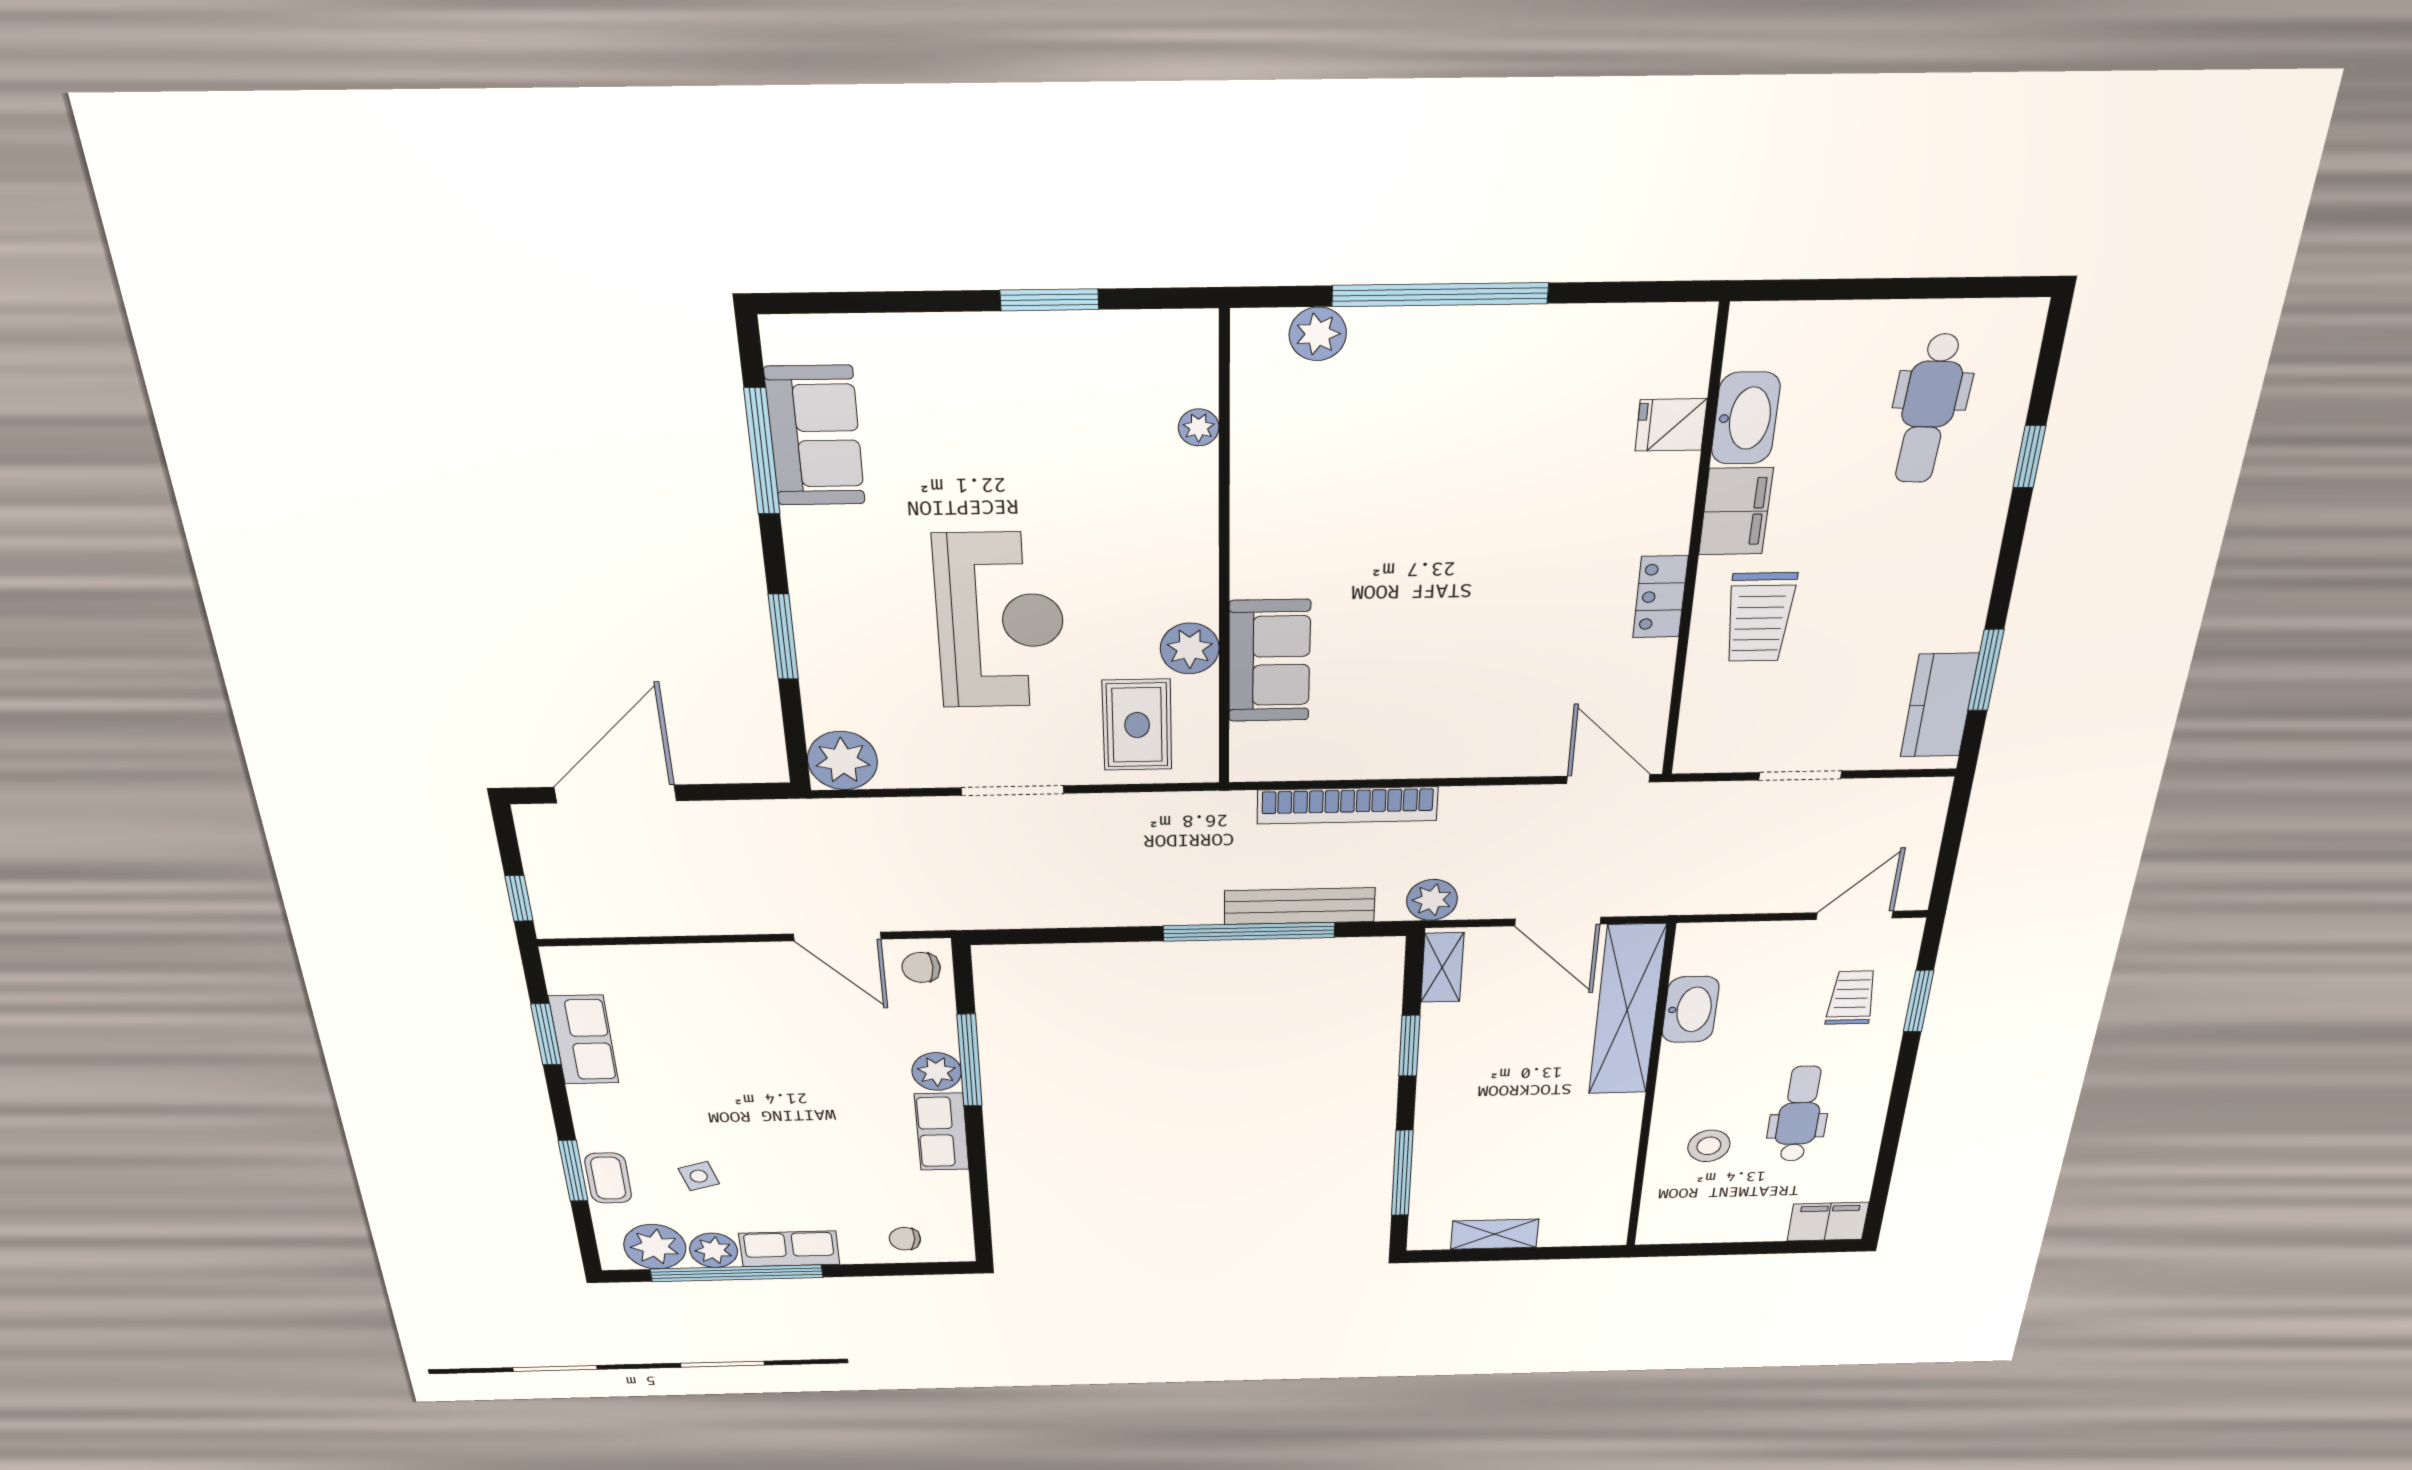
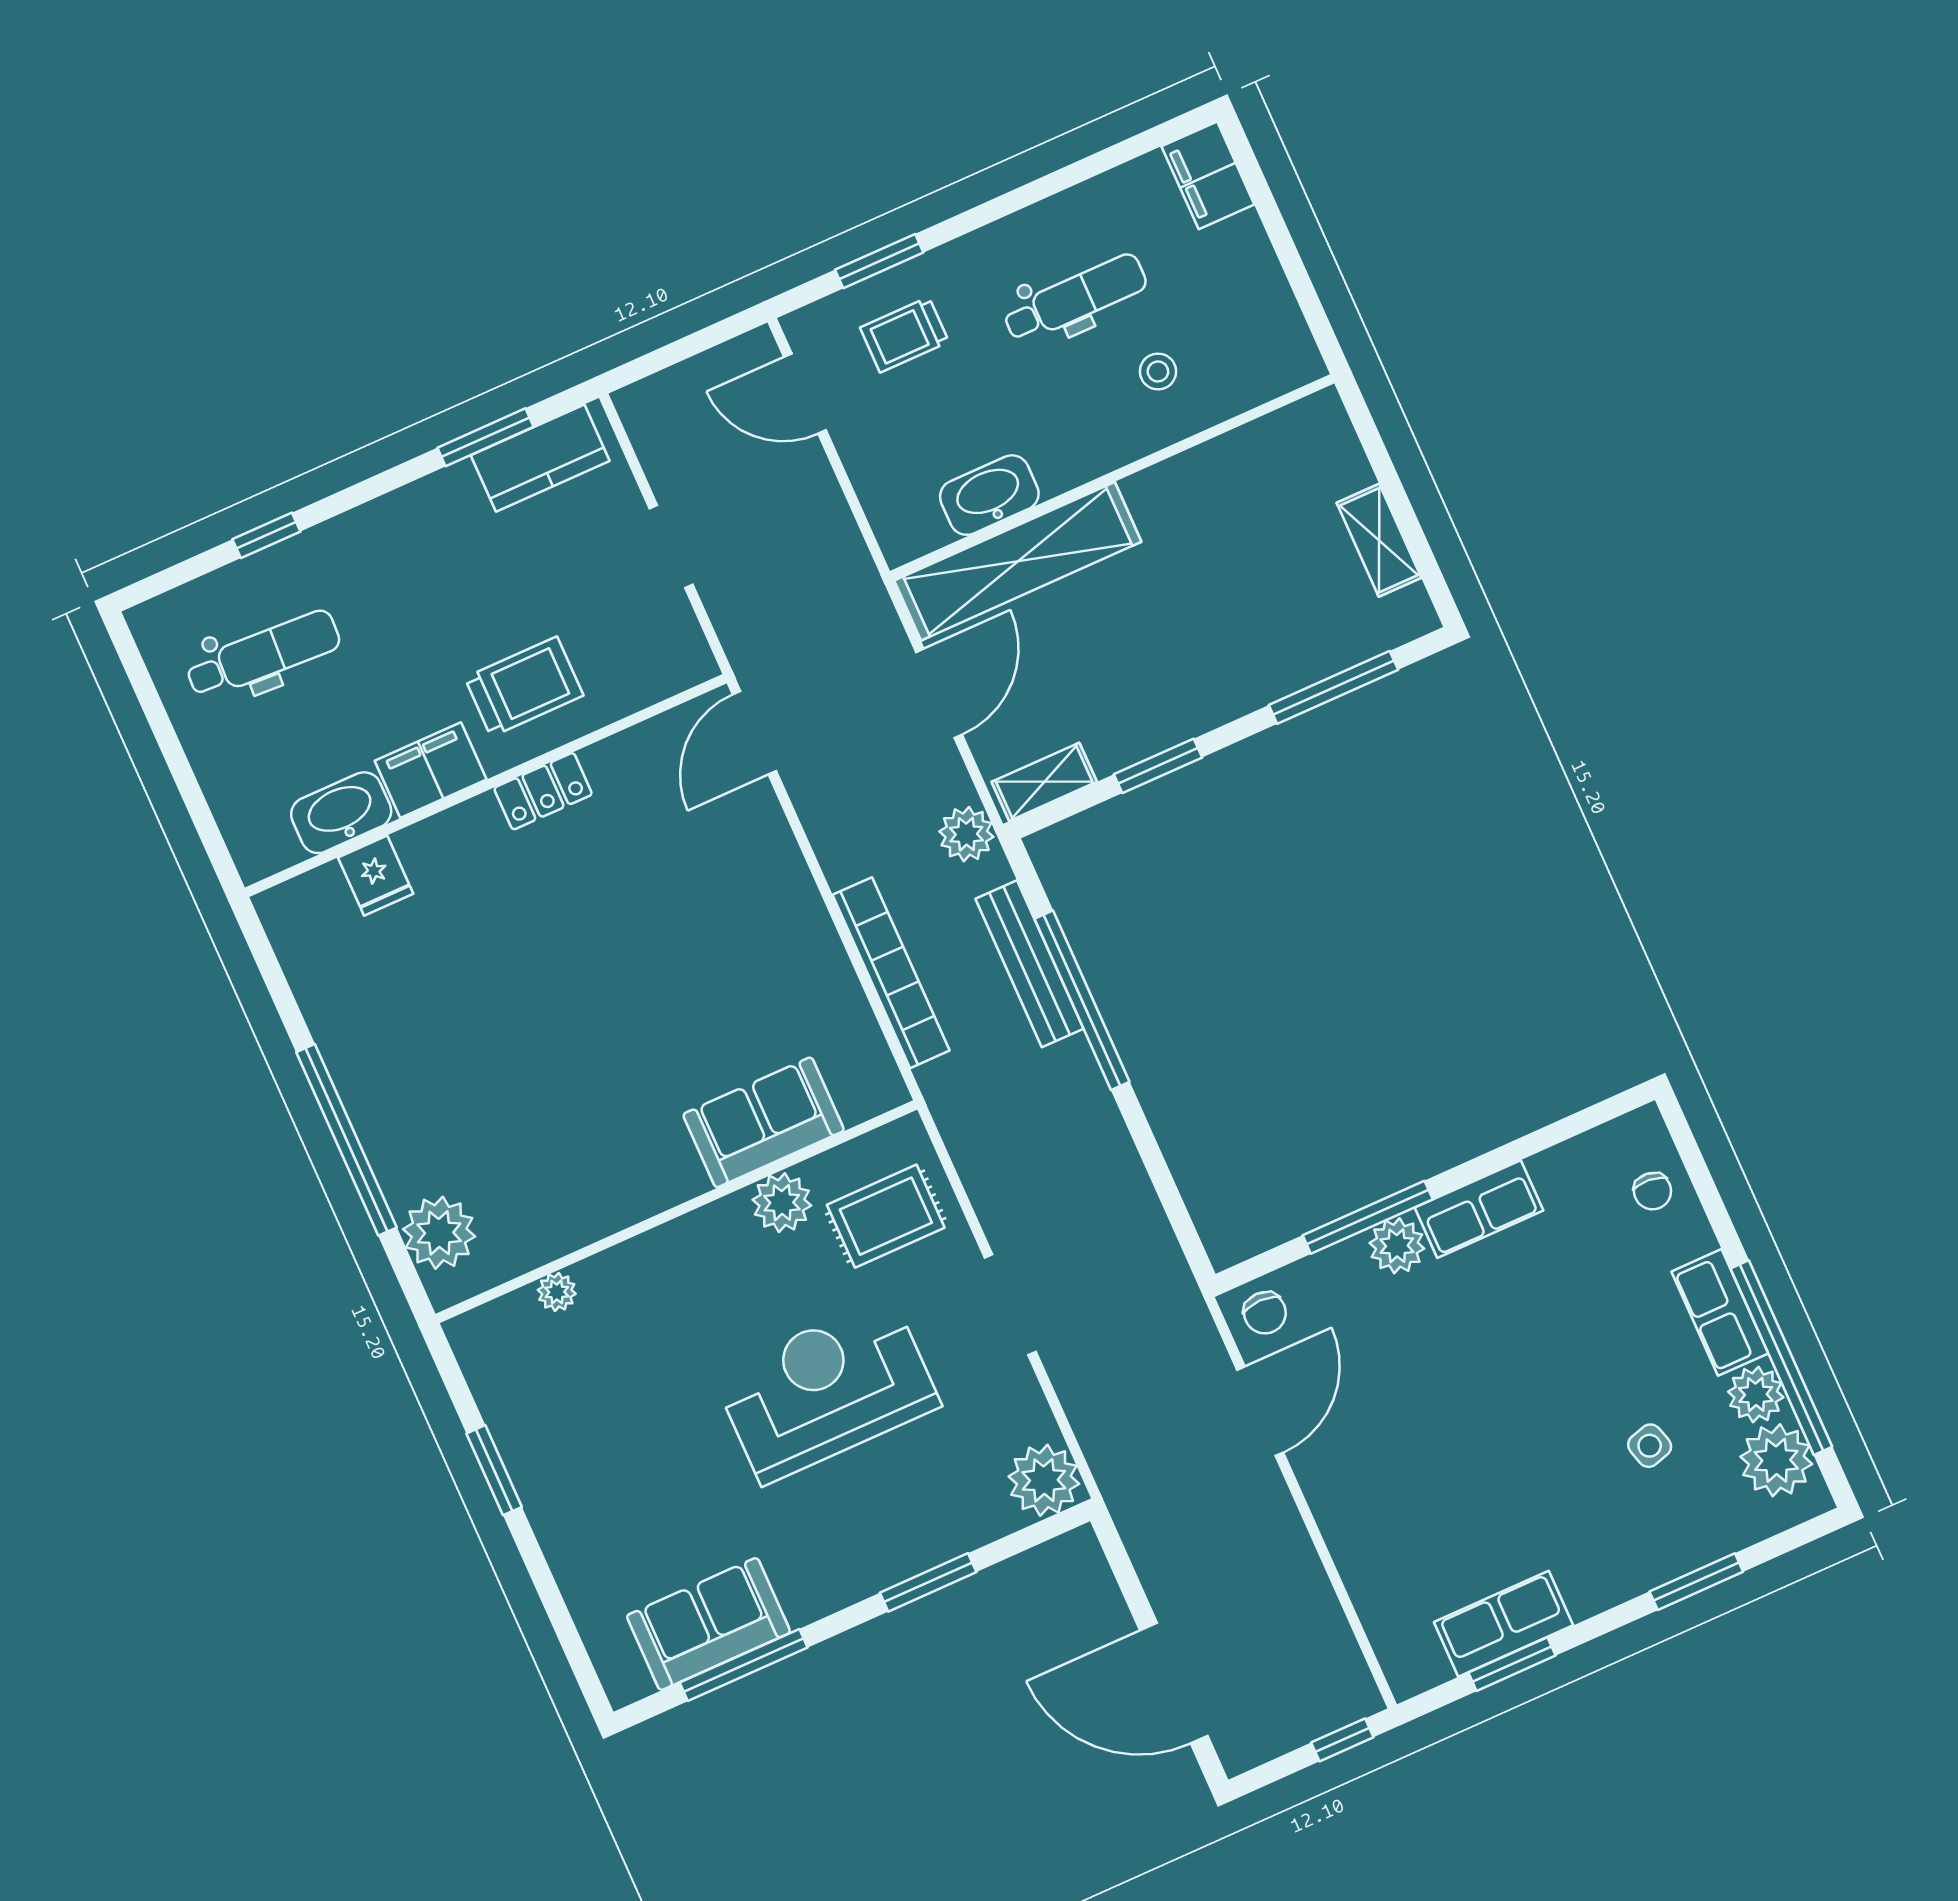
plant: (1318, 334) -> (439, 1233), width x1.36, depth x1.36
dental chair: (1799, 1114) -> (1075, 298), turned 180
stool: (1709, 1146) -> (1158, 371), width x0.73, depth x0.73
coffee table: (608, 1178) -> (1692, 1541), removed

